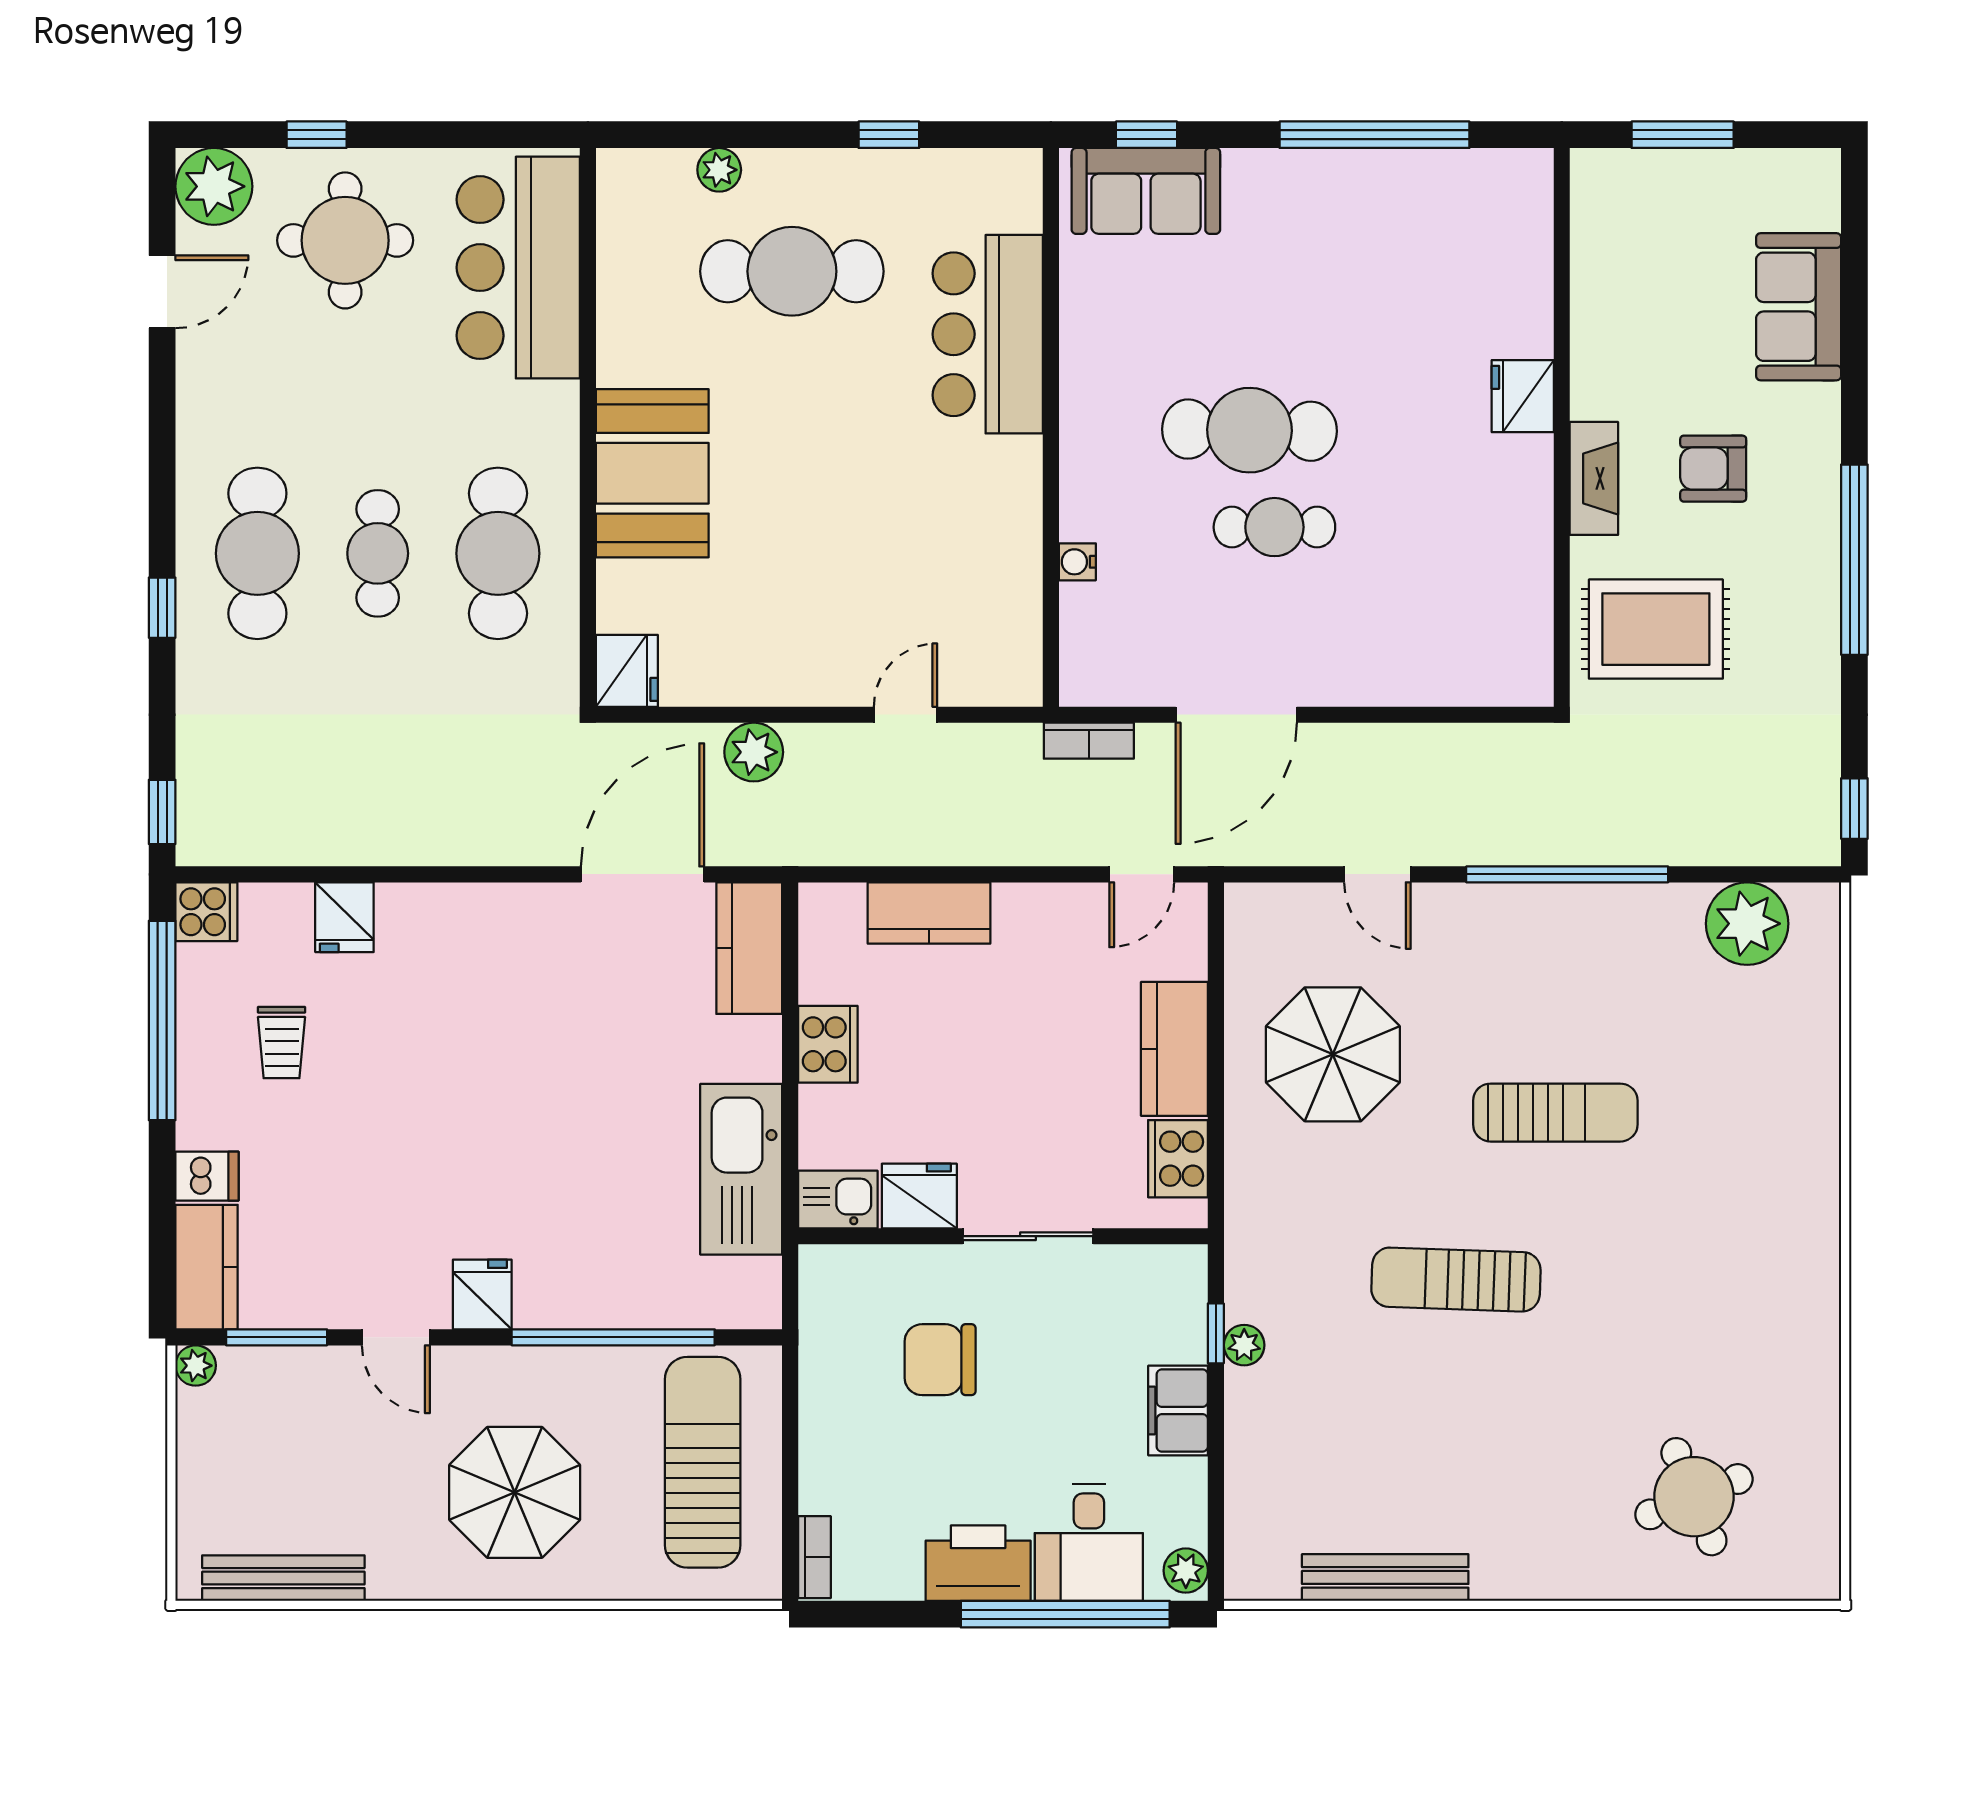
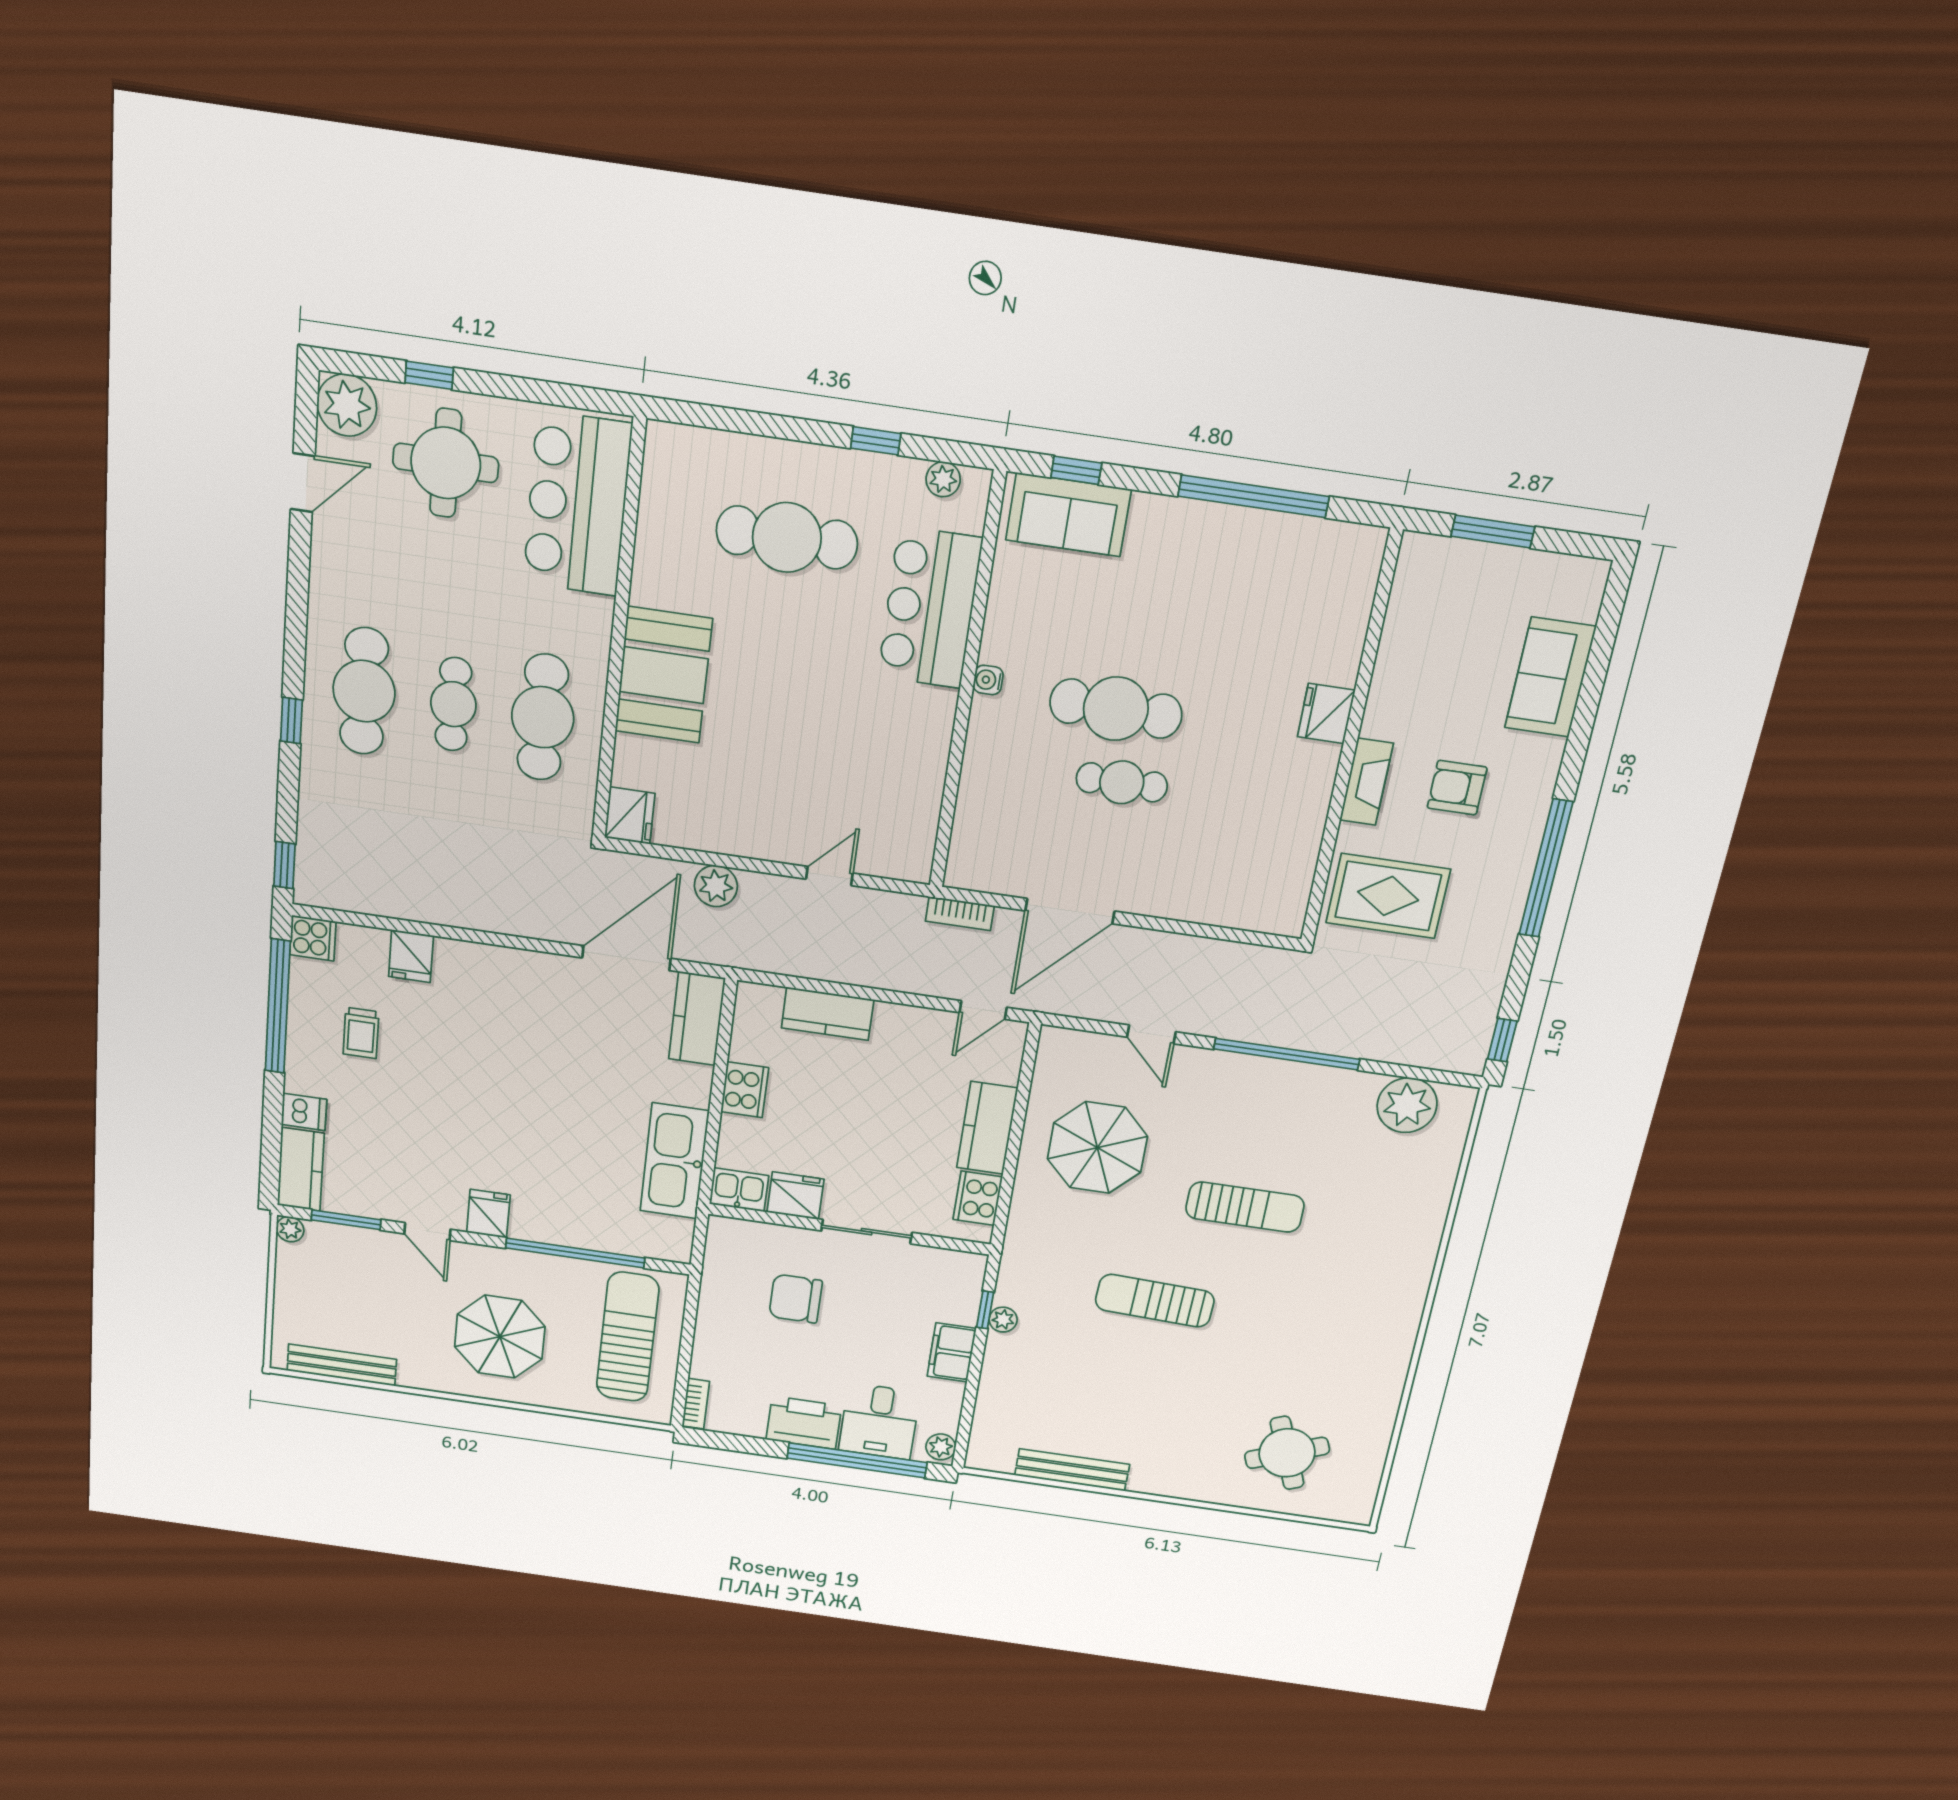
plant: (719, 170) -> (943, 479), moved
water cooler: (1077, 562) -> (988, 680), moved

